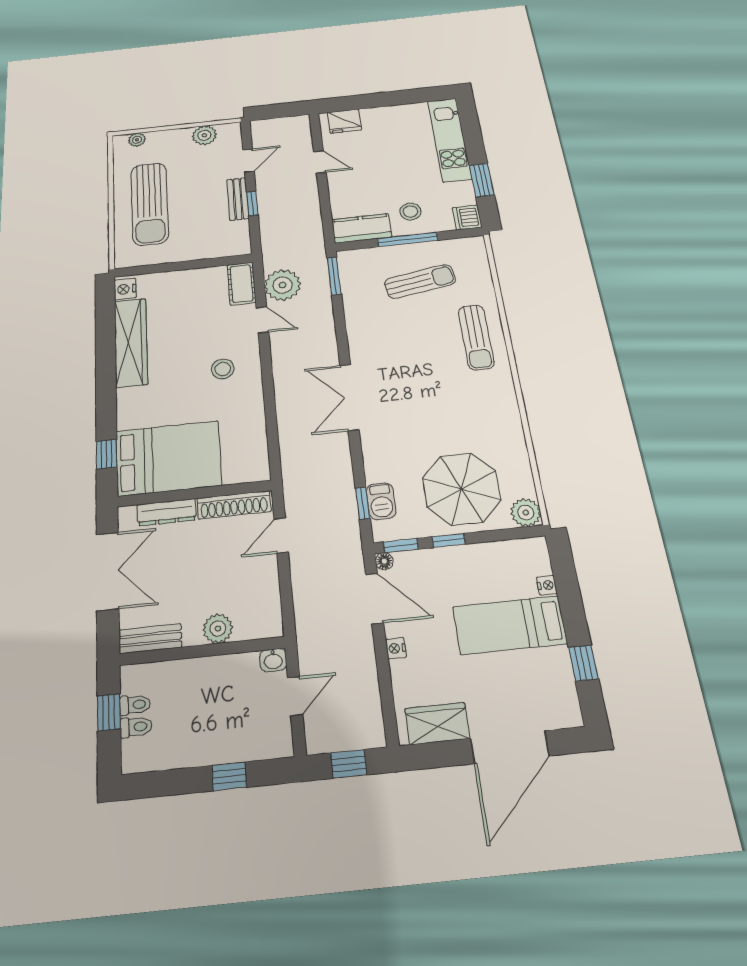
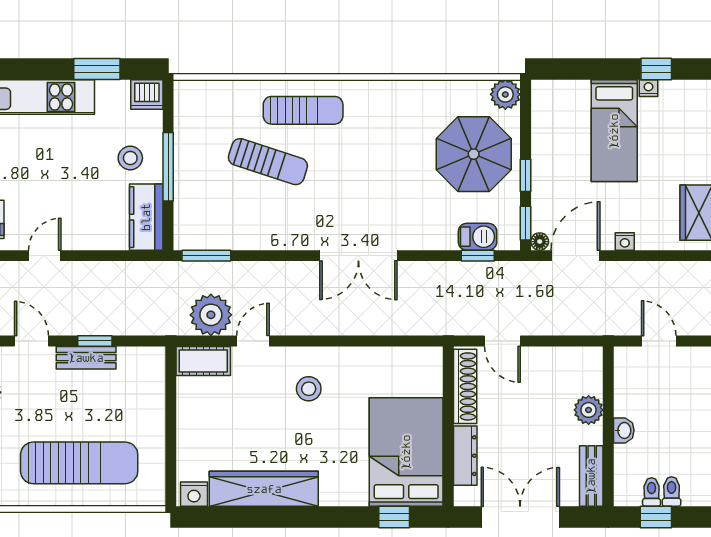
sun lounger: (420, 281) -> (268, 162), moved, turned 117
nightstand: (547, 585) -> (648, 88), moved
washbasin: (273, 660) -> (624, 430), moved

